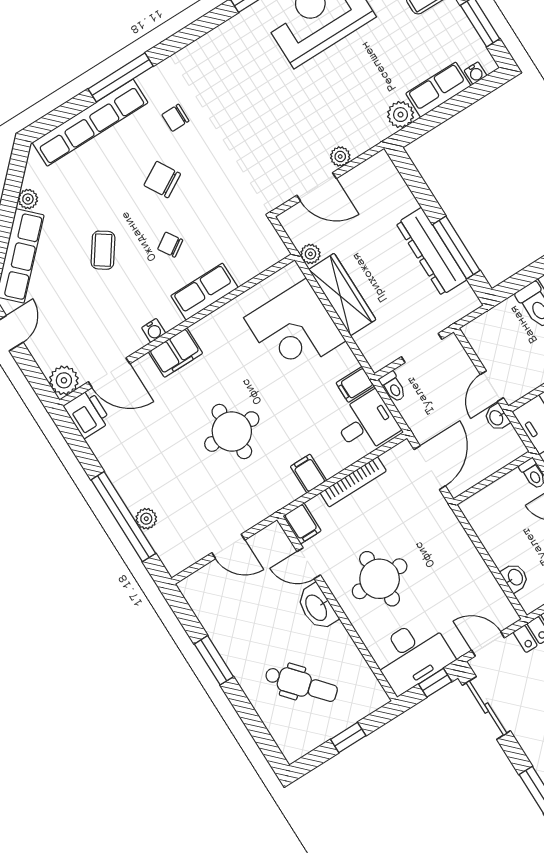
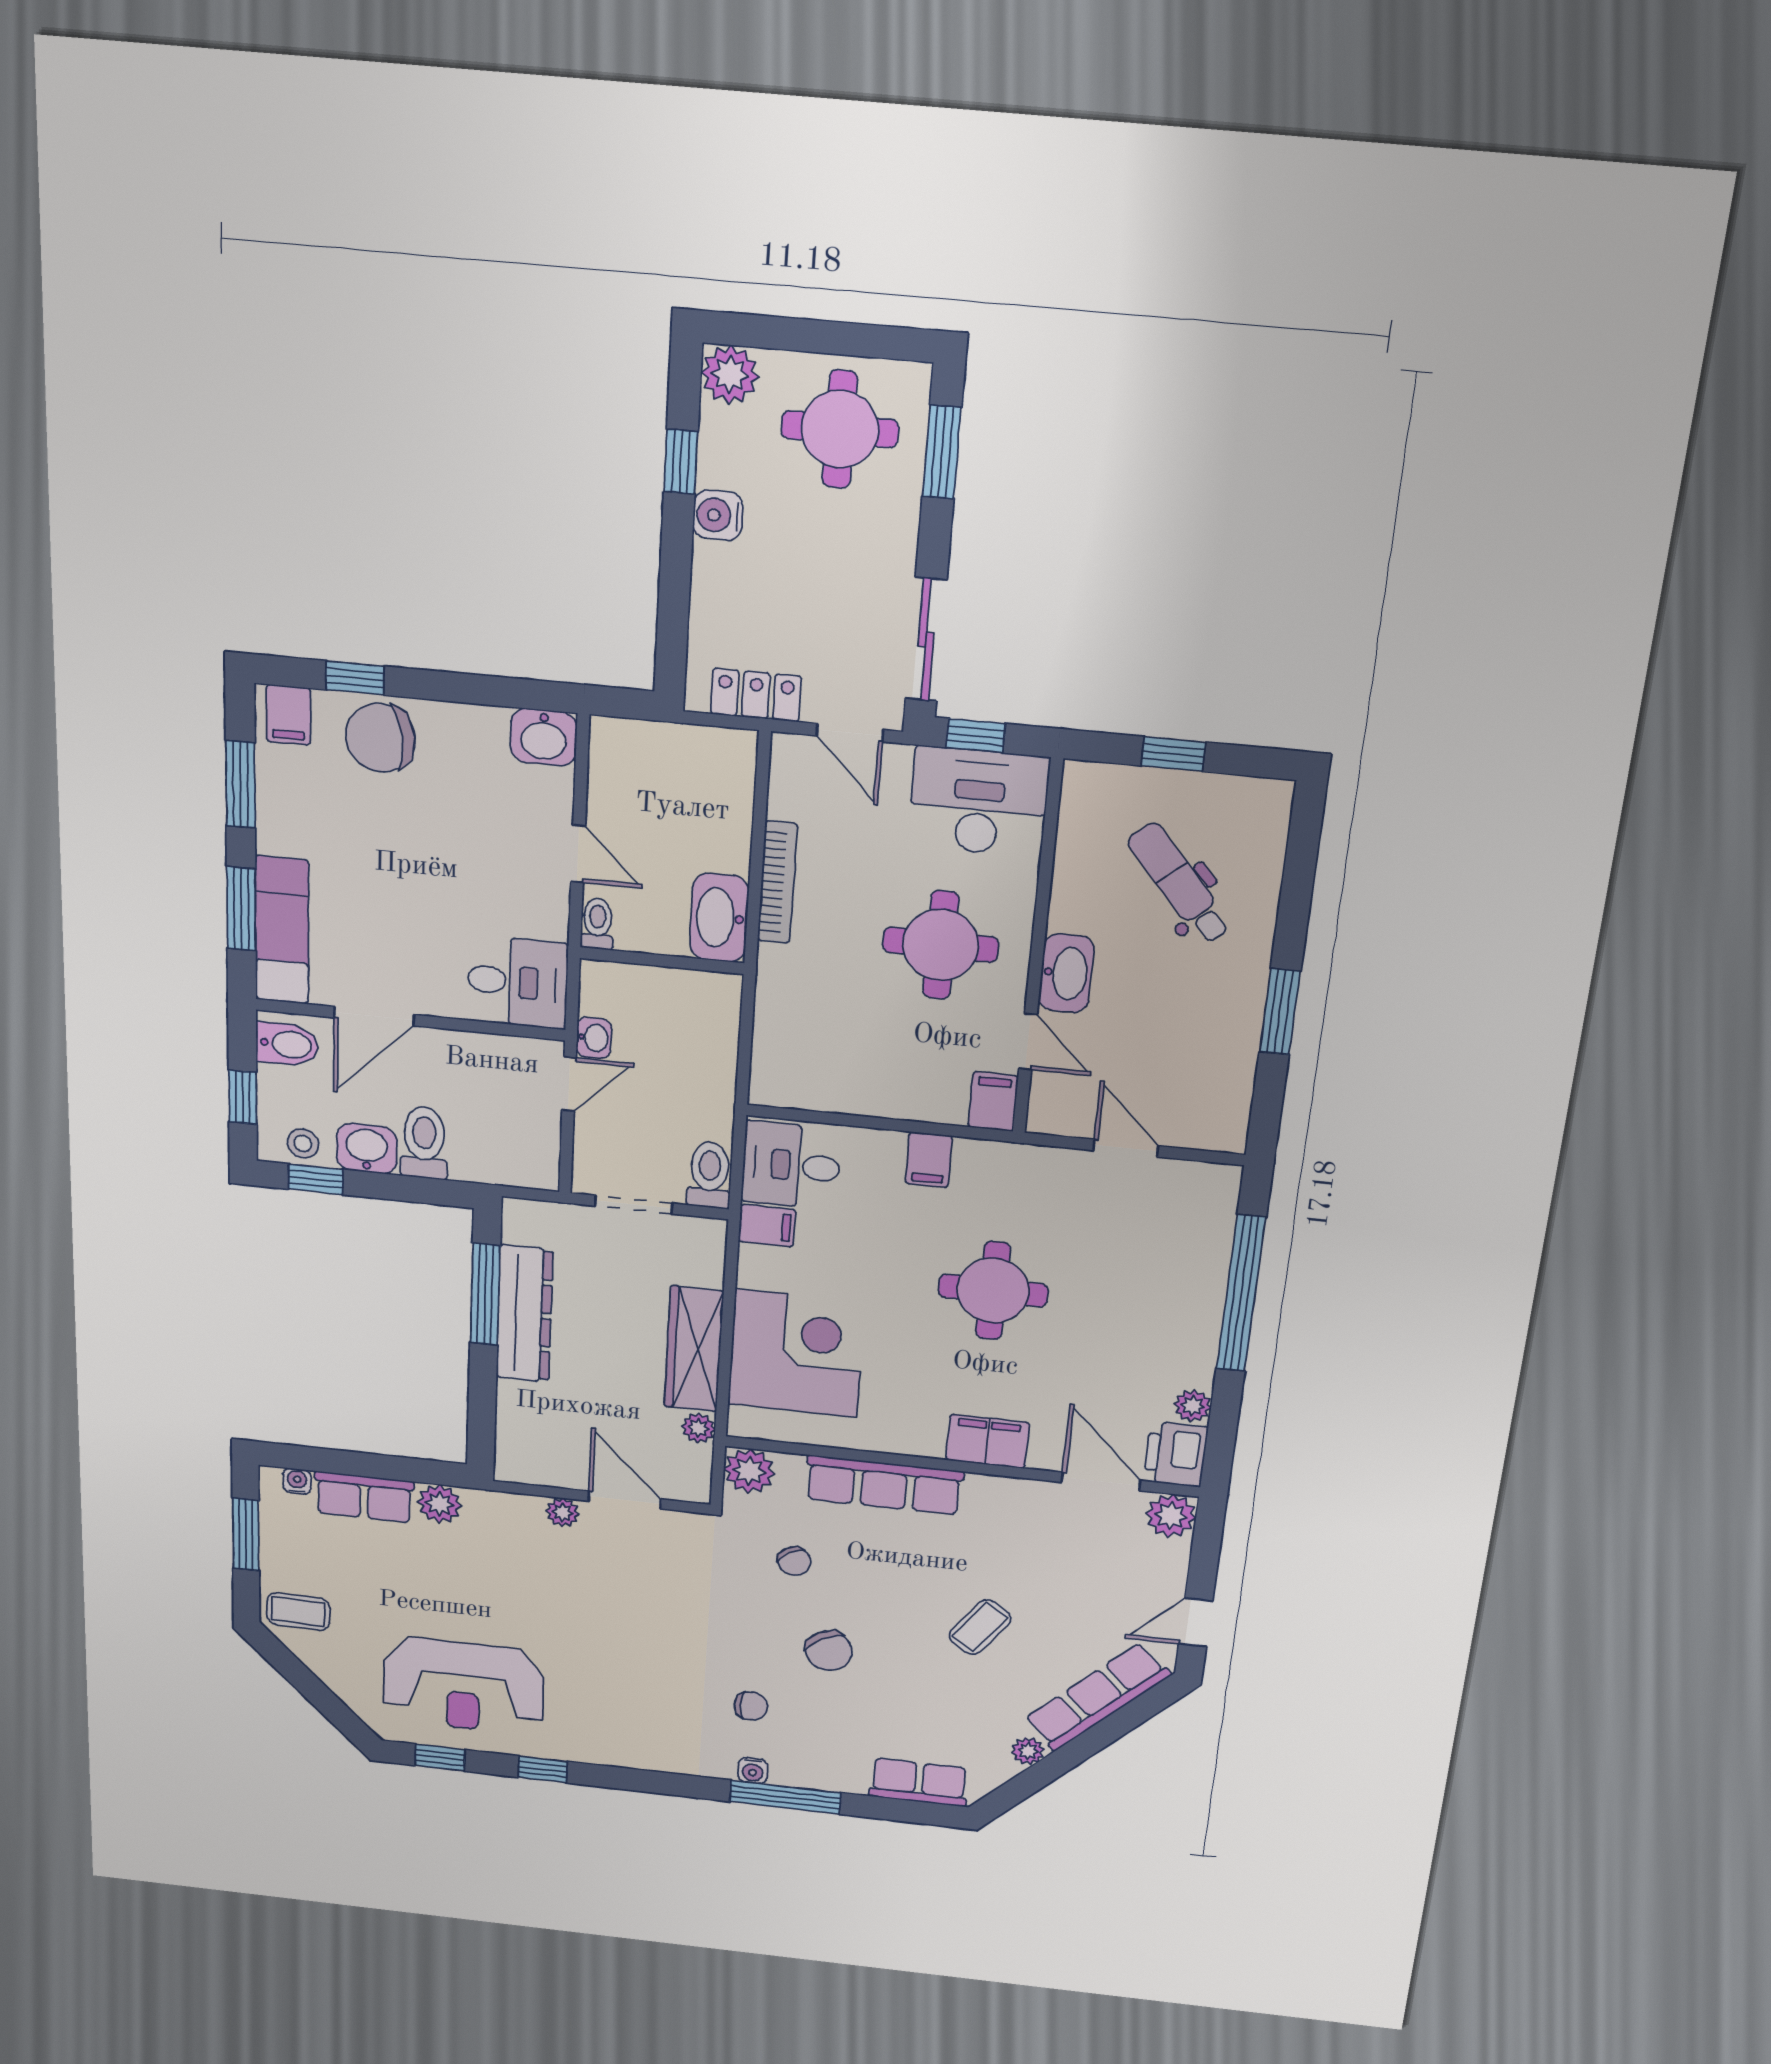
row of seats: (90, 123) -> (919, 1782), width x0.50
chair: (170, 245) -> (794, 1561), moved
plant: (271, 249) -> (749, 1471), added
row of seats: (204, 292) -> (884, 1485), width x1.48
water cooler: (154, 330) -> (753, 1771), moved, turned 180
toilet: (393, 387) -> (709, 1175), width x1.37, depth x1.39
door: (430, 468) -> (745, 1041), removed
bookcase: (353, 482) -> (777, 882), moved, turned 90
plant: (146, 519) -> (1193, 1406), moved
washbasin: (515, 578) -> (719, 918), moved, width x1.91, depth x1.45

